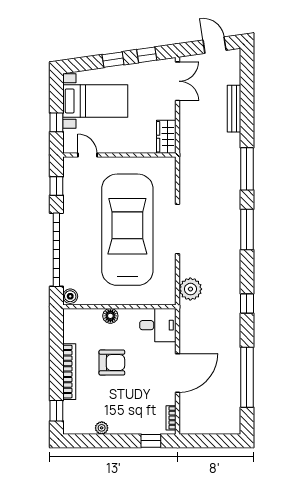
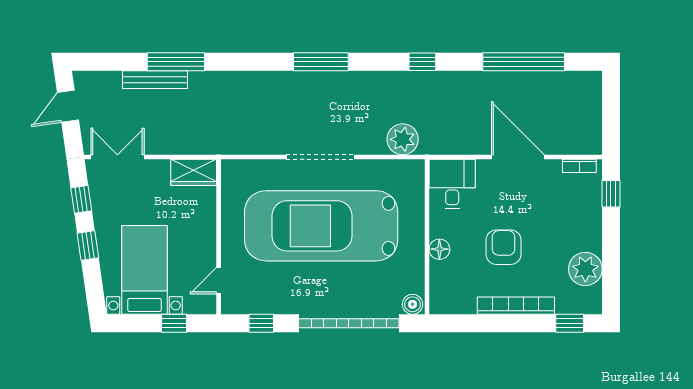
window: (247, 169) -> (176, 62), moved
plant: (102, 428) -> (585, 269), width x1.88, depth x1.88

